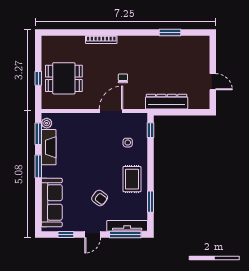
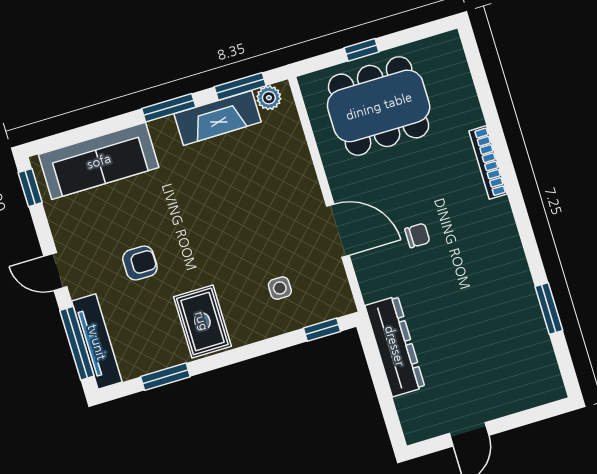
dining table: (64, 78) -> (379, 106), width x1.38
rug: (132, 179) -> (202, 321), turned 90
armchair: (100, 198) -> (140, 263), turned -127
window: (66, 234) -> (30, 188), moved

